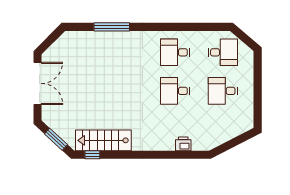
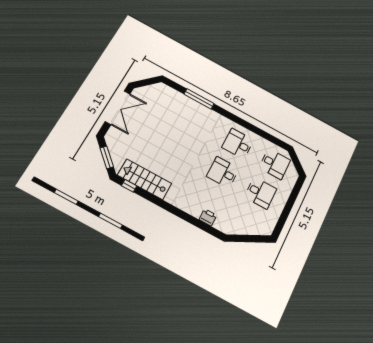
desk: (223, 91) -> (261, 193), turned 180

